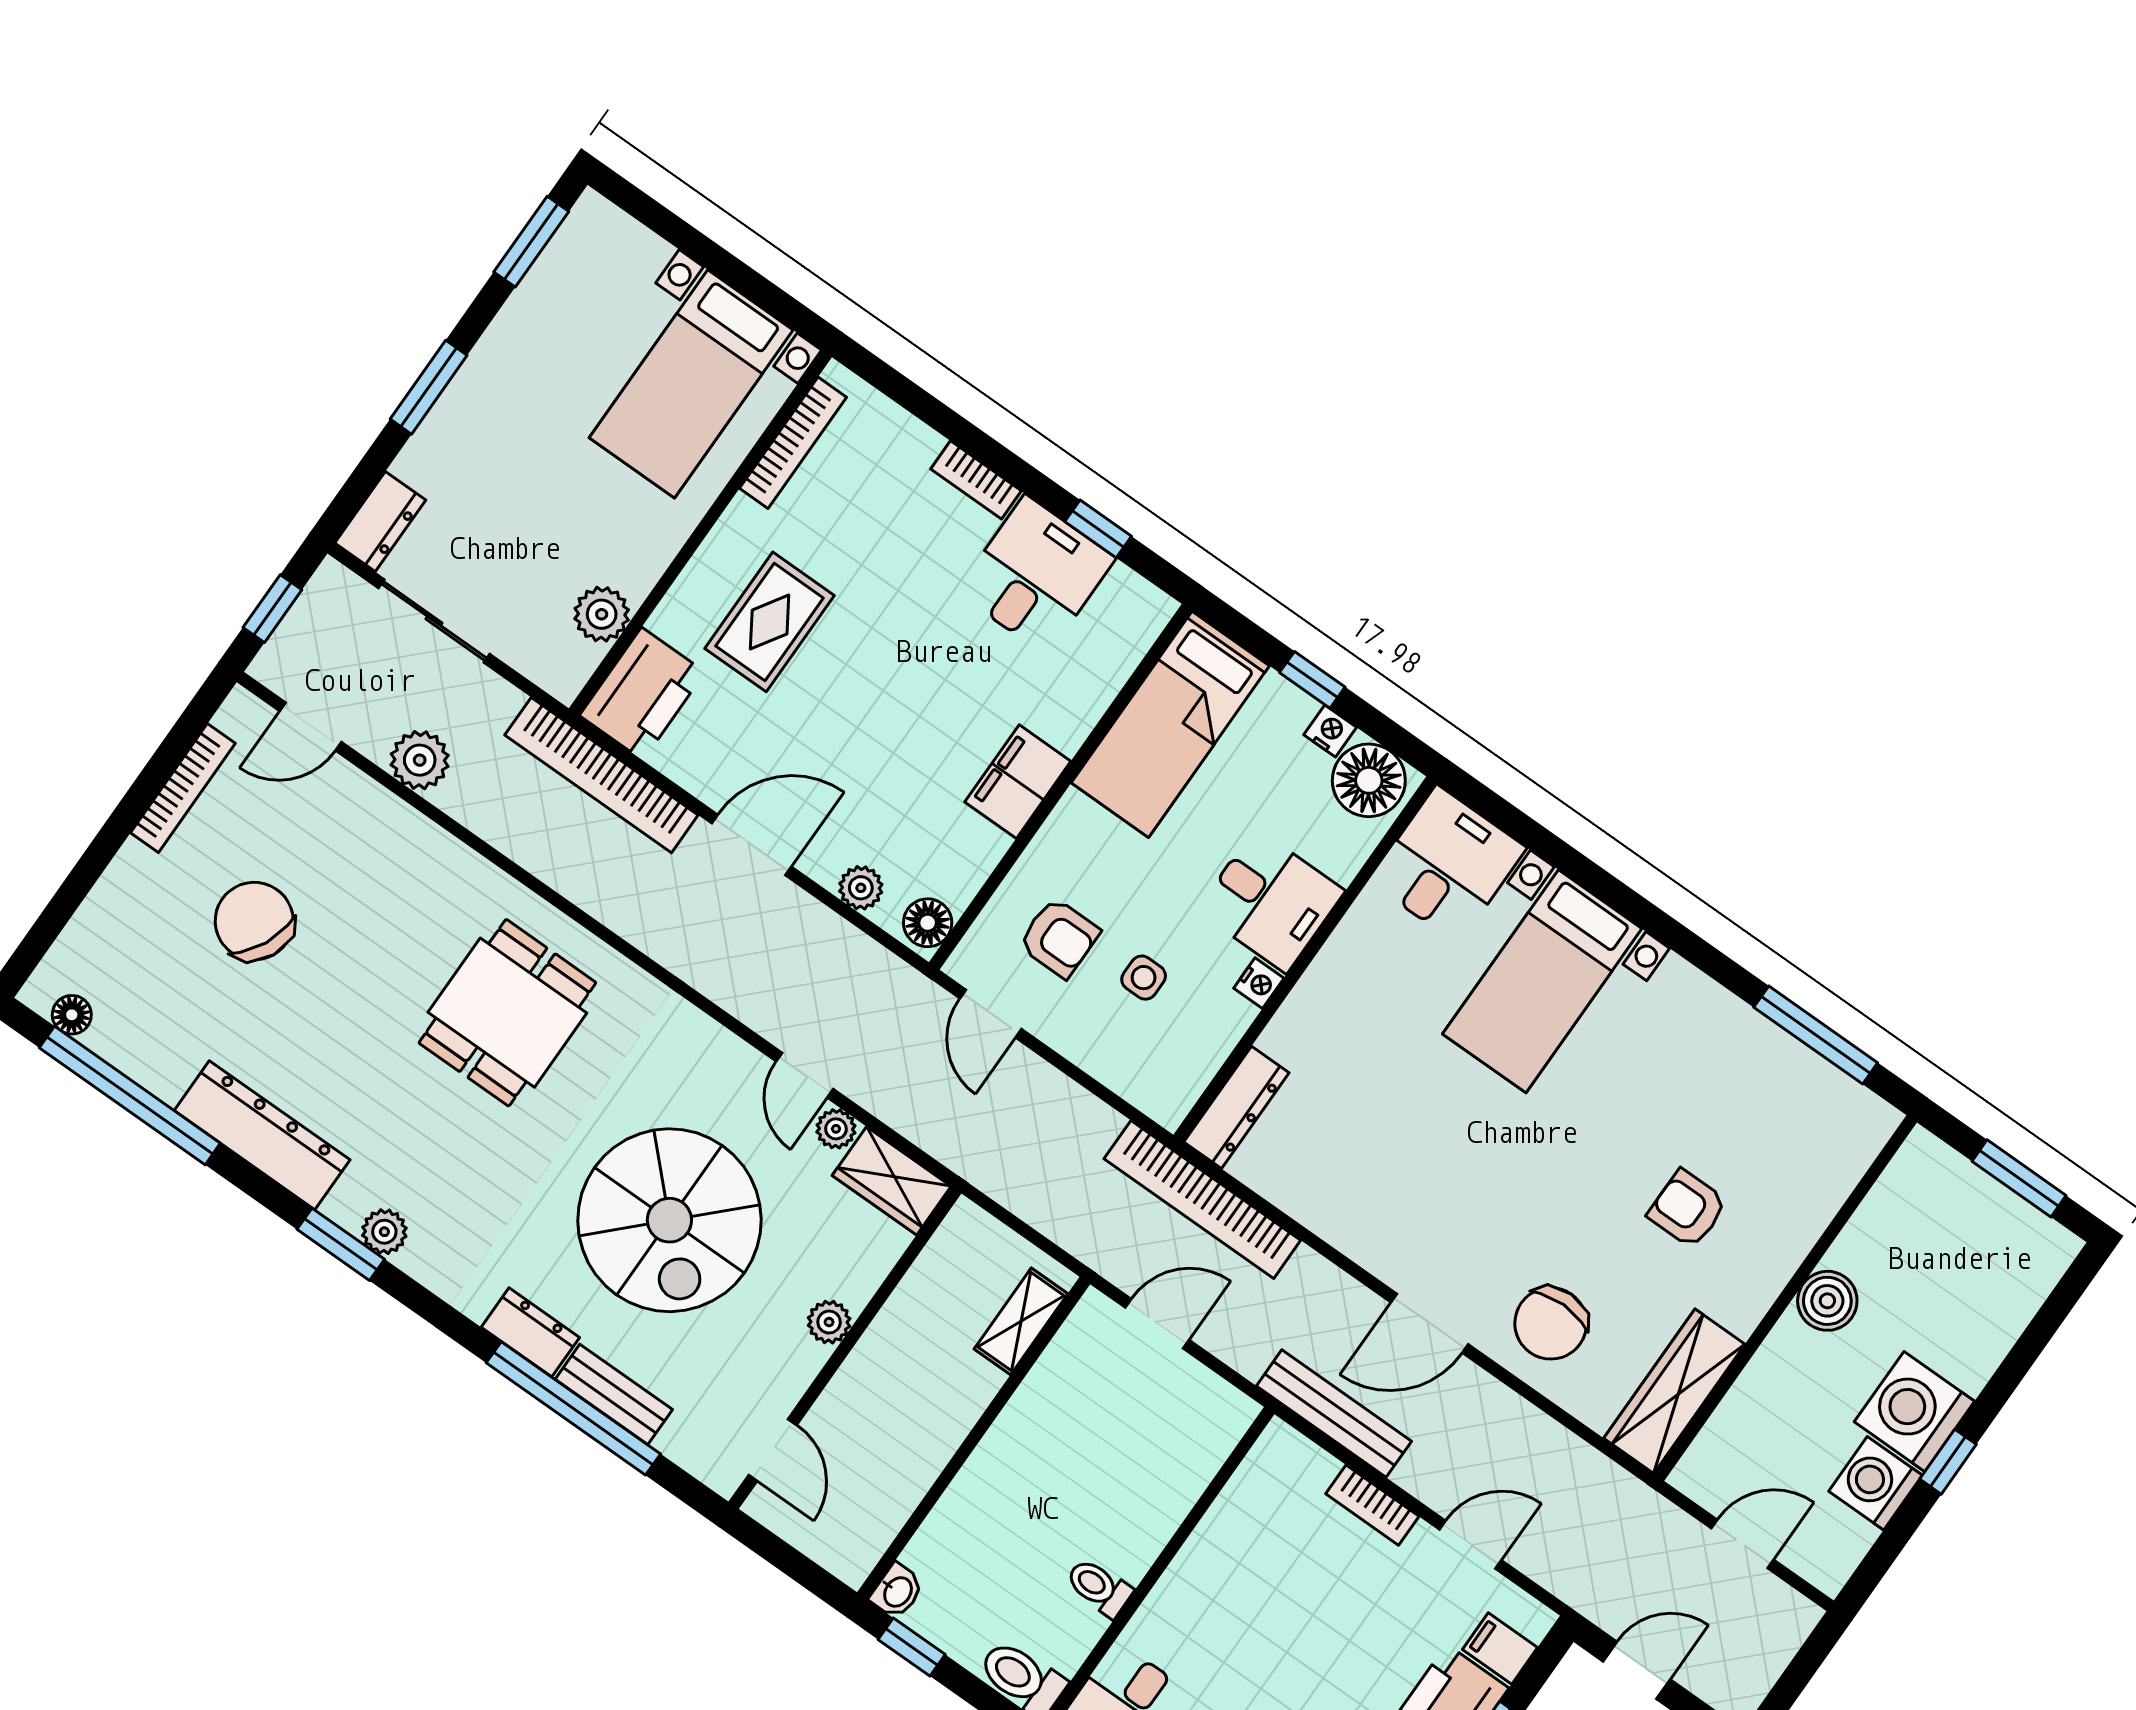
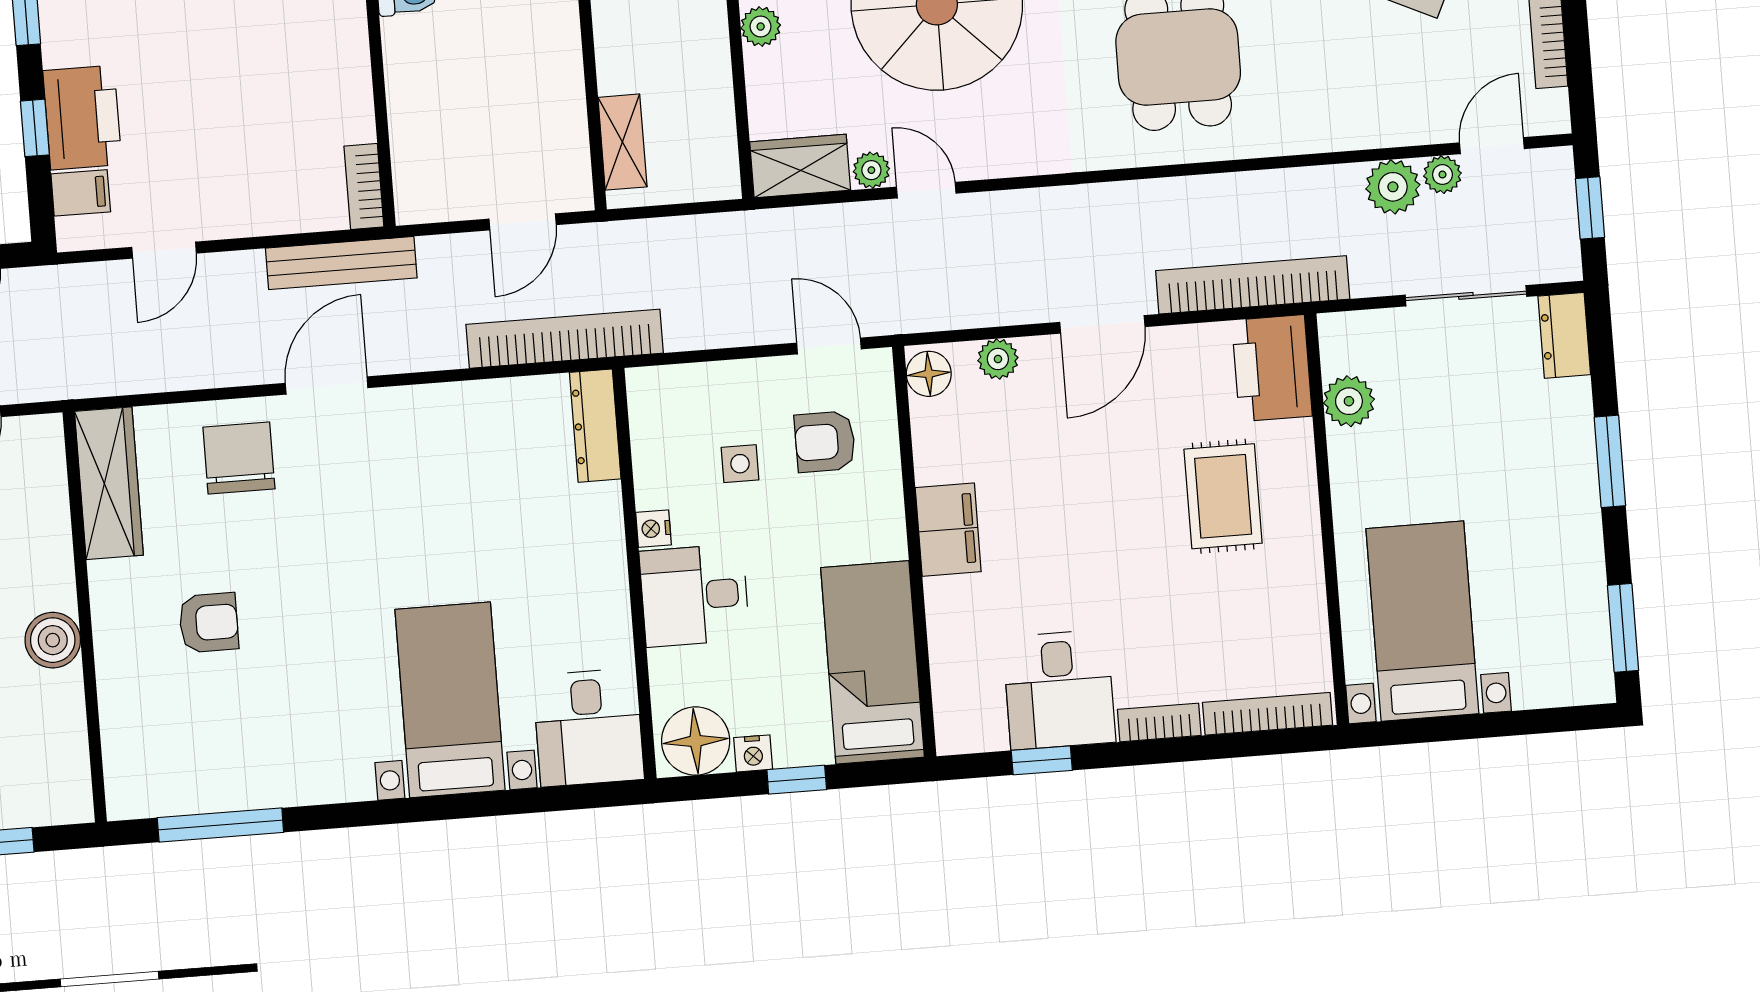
bookcase: (793, 443) -> (1268, 714), moved, turned 90
plant: (371, 736) -> (1442, 175), added
bookcase: (1372, 1505) -> (364, 187), moved, turned -90

